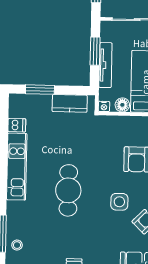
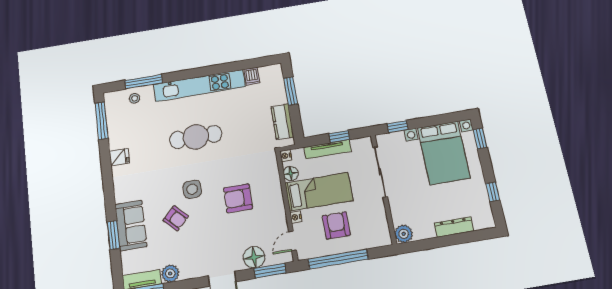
window: (95, 51) -> (339, 136), width x0.67
kitchen unit: (17, 167) -> (199, 86), width x1.36

